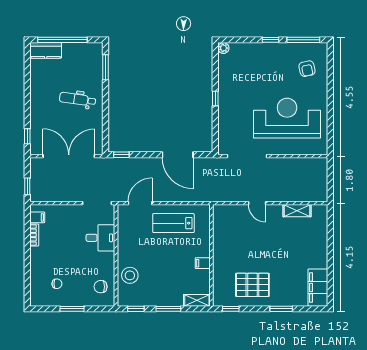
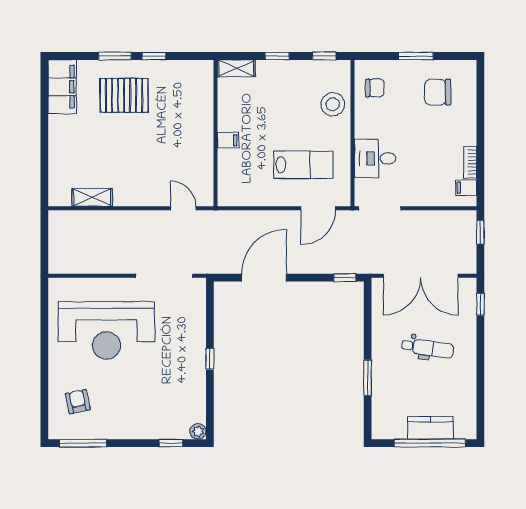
window: (271, 40) -> (171, 443), moved
kitchen counter: (46, 50) -> (431, 428), moved
window: (106, 67) -> (368, 378), moved
dental chair: (78, 99) -> (428, 348), moved
door: (178, 155) -> (264, 278), hinge flipped
door: (257, 203) -> (183, 208), moved
lab bench: (173, 223) -> (303, 165), moved
filing cabinet: (203, 263) -> (228, 140), moved
chair: (57, 284) -> (438, 92), width x1.87, depth x1.87
pallet: (252, 285) -> (124, 95), moved
window: (168, 309) -> (277, 56), width x0.67
window: (231, 309) -> (154, 56), moved

